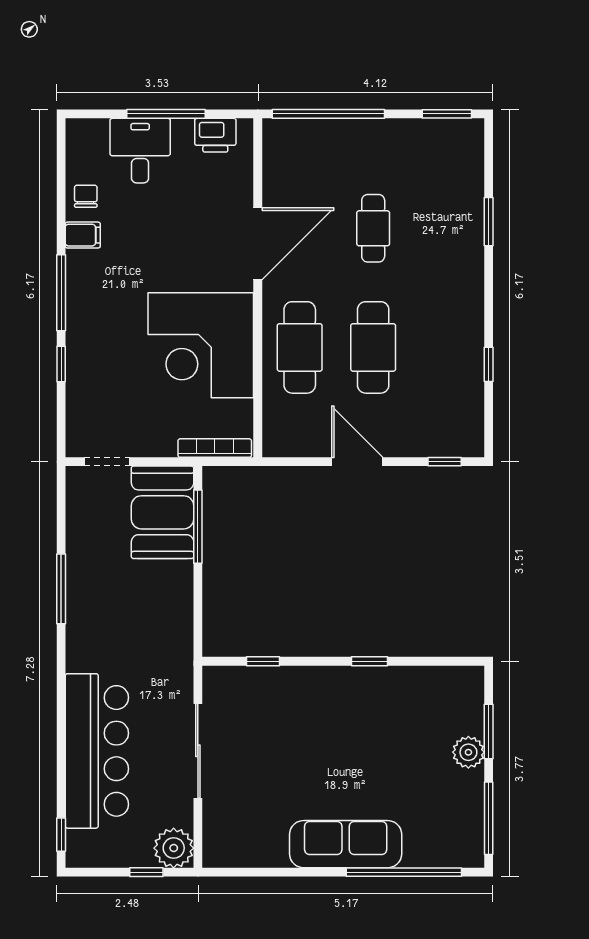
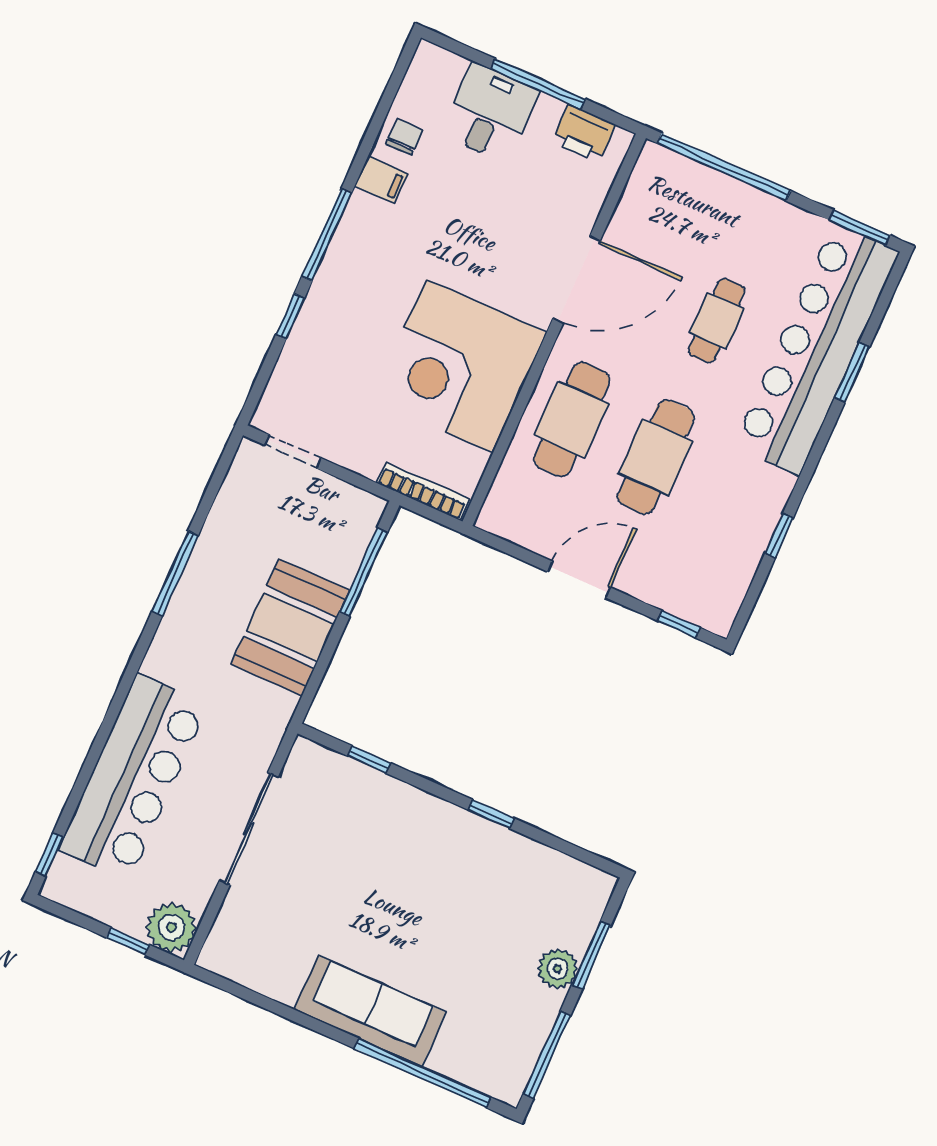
bar counter: (455, 217) -> (816, 349), added
door: (357, 462) -> (579, 580), hinge flipped
booth: (163, 512) -> (290, 627), moved

